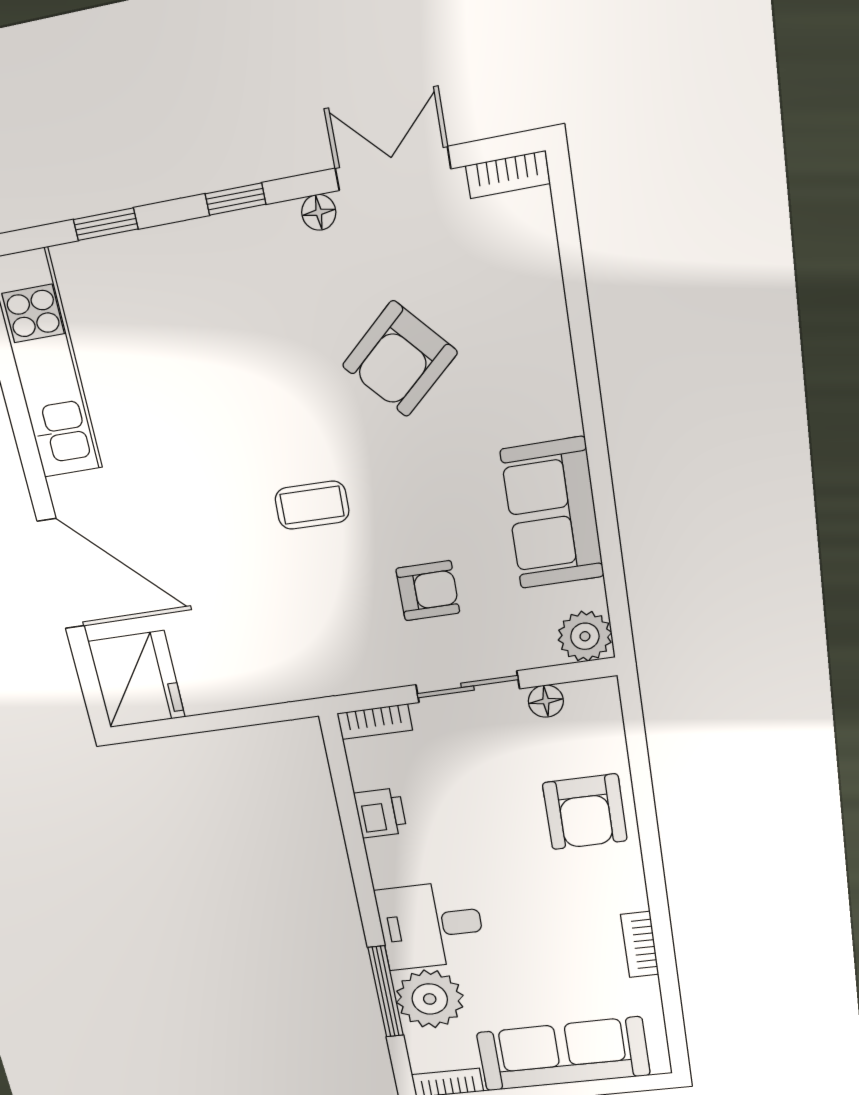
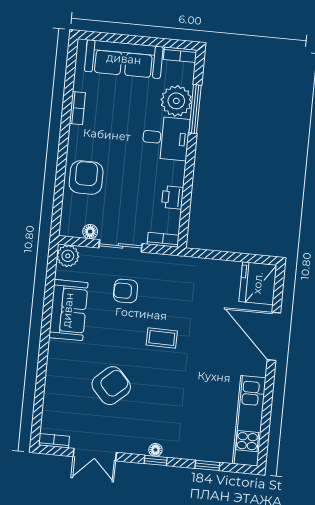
floor lamp: (319, 212) -> (155, 450), moved

